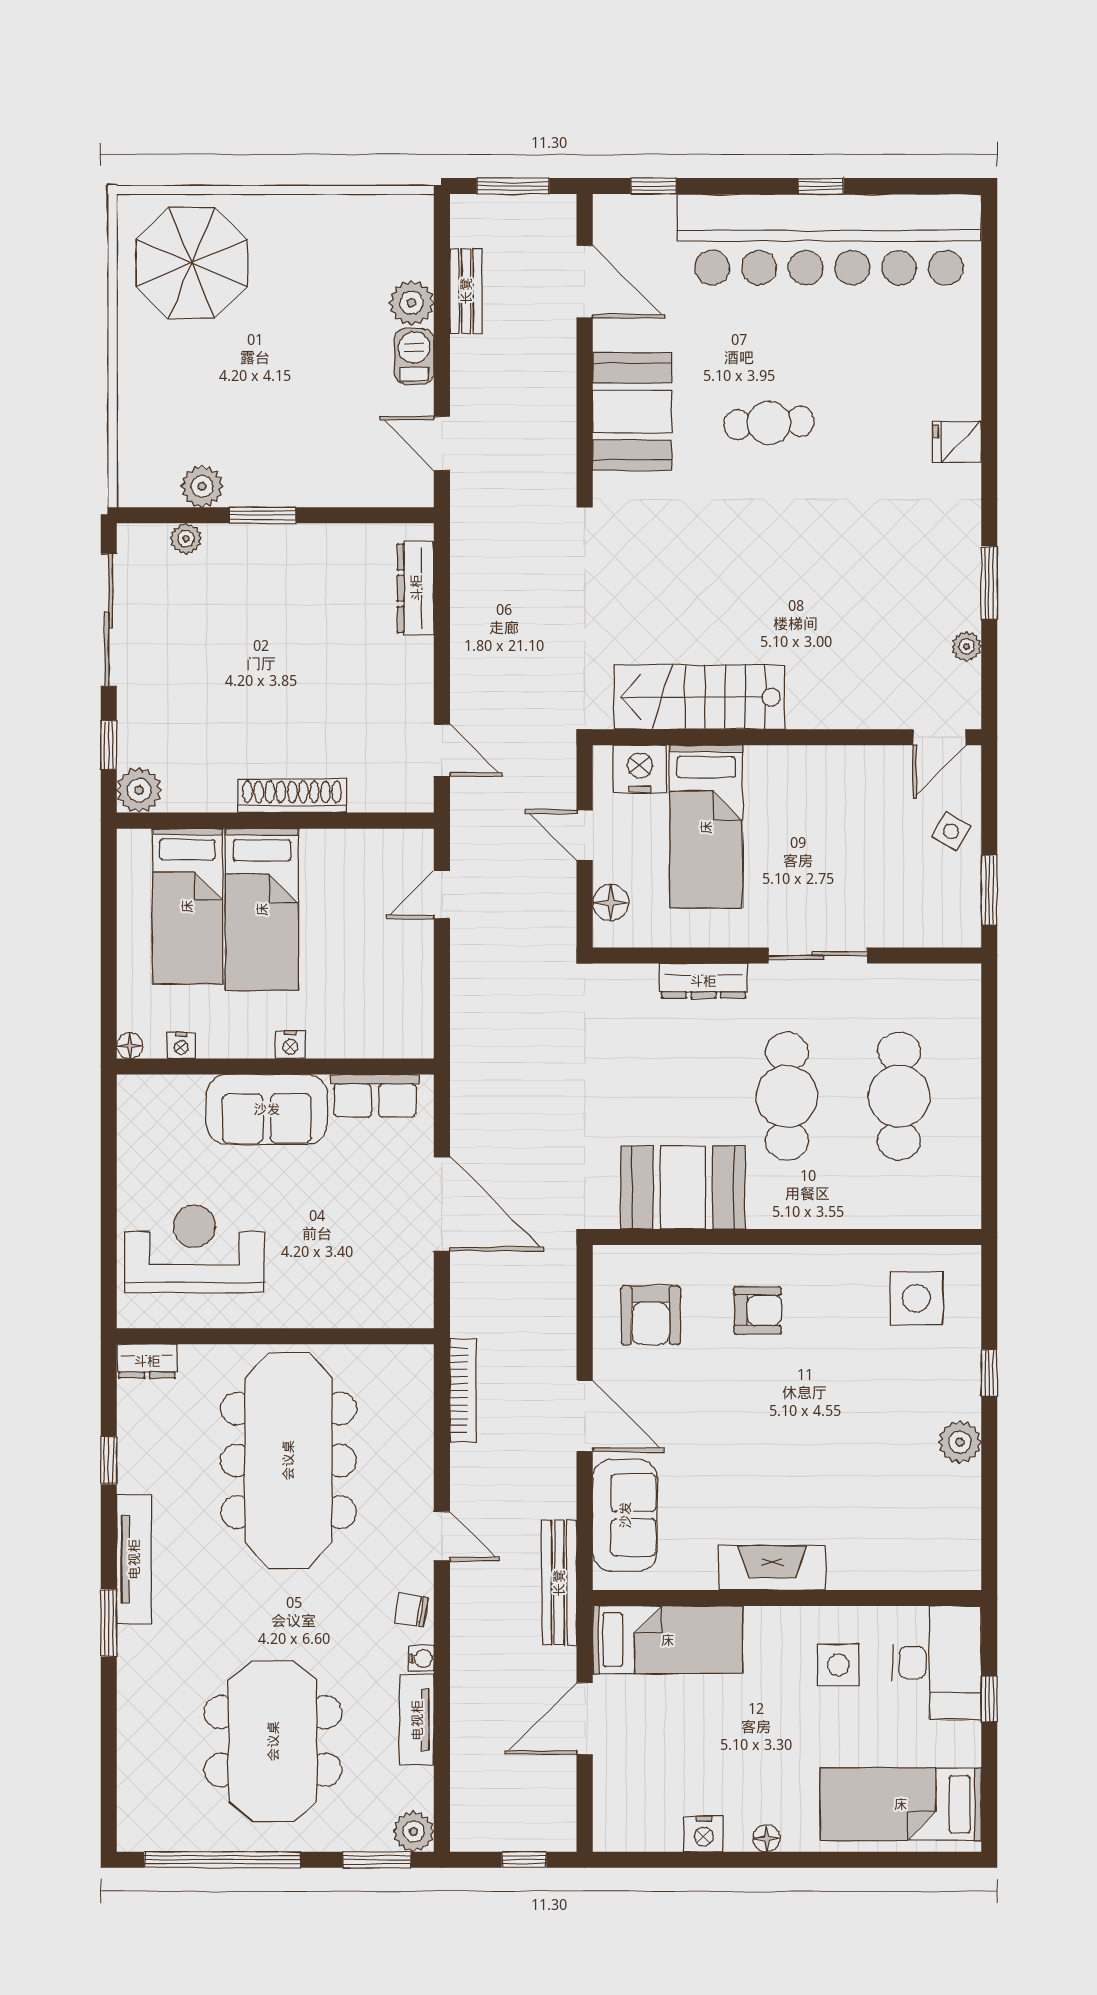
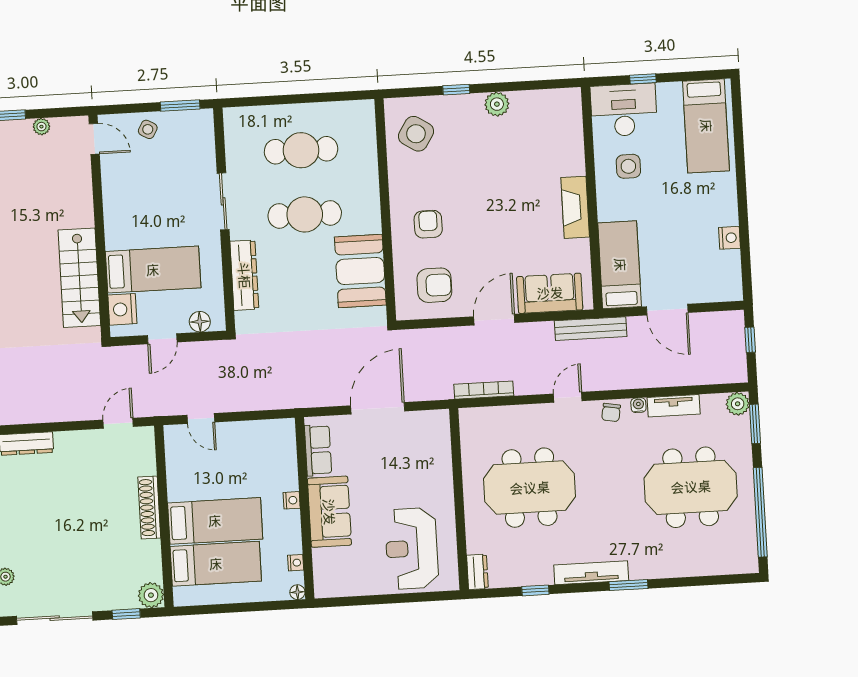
dresser: (703, 981) -> (244, 275), width x1.37, depth x1.24
side table: (916, 1298) -> (416, 134), turned 32
meeting table: (288, 1460) -> (530, 488), width x0.73
floor lamp: (766, 1838) -> (730, 202), removed

